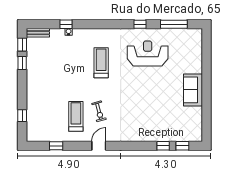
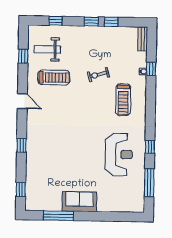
window: (22, 45) -> (91, 22), moved
treadmill: (101, 63) -> (123, 100), moved, turned 90
window: (207, 110) -> (58, 216), added
exercise bike: (99, 111) -> (98, 75), moved
weight bench: (49, 123) -> (47, 49), added
window: (163, 146) -> (22, 145), moved

